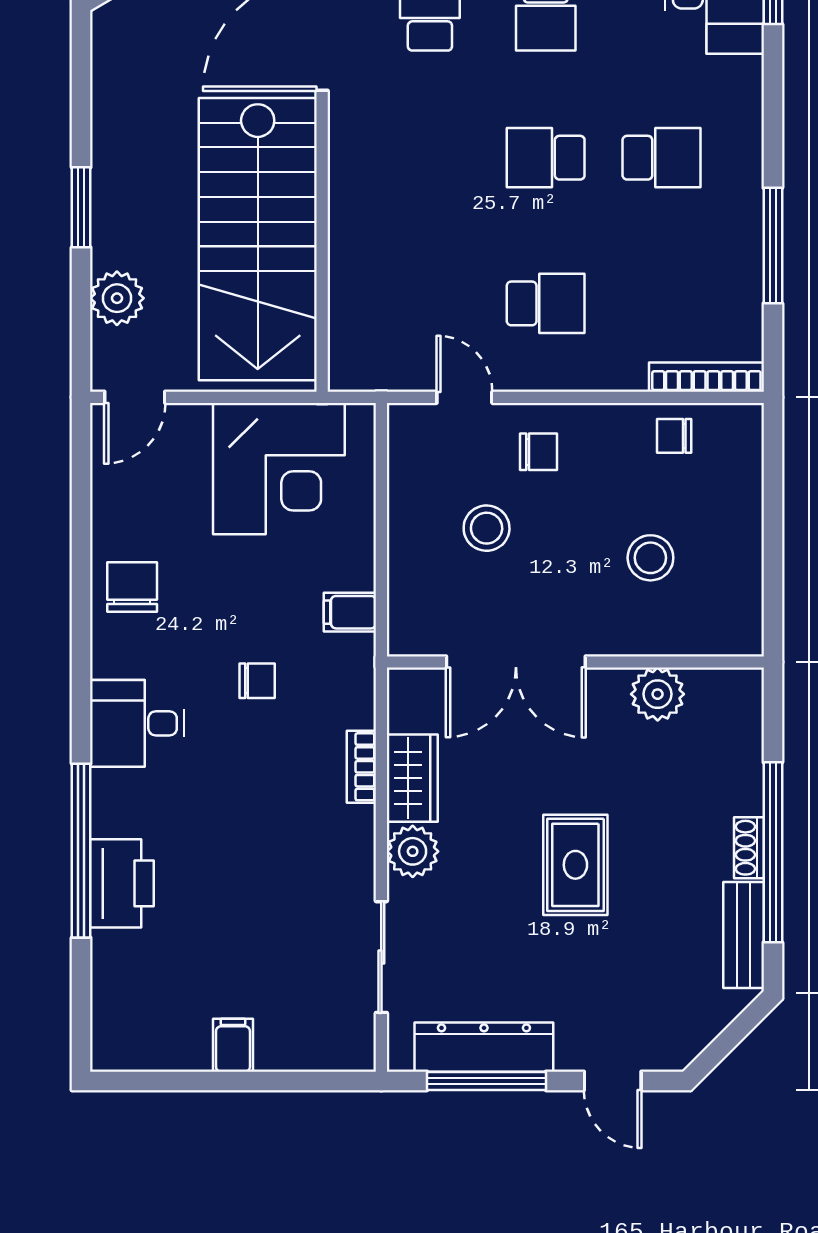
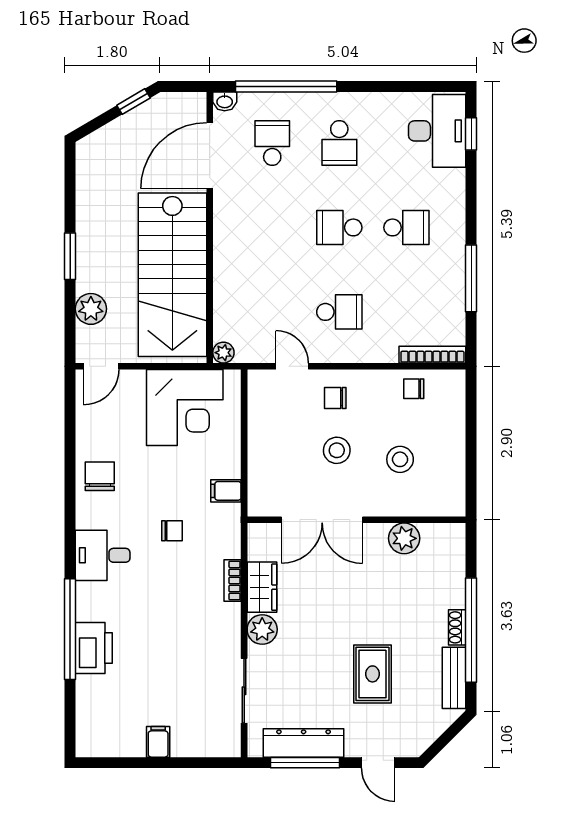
plant: (346, 374) -> (223, 353), added
chair: (539, 452) -> (335, 398), turned 180
stool: (487, 528) -> (337, 450), moved
rug: (575, 865) -> (373, 674), moved

